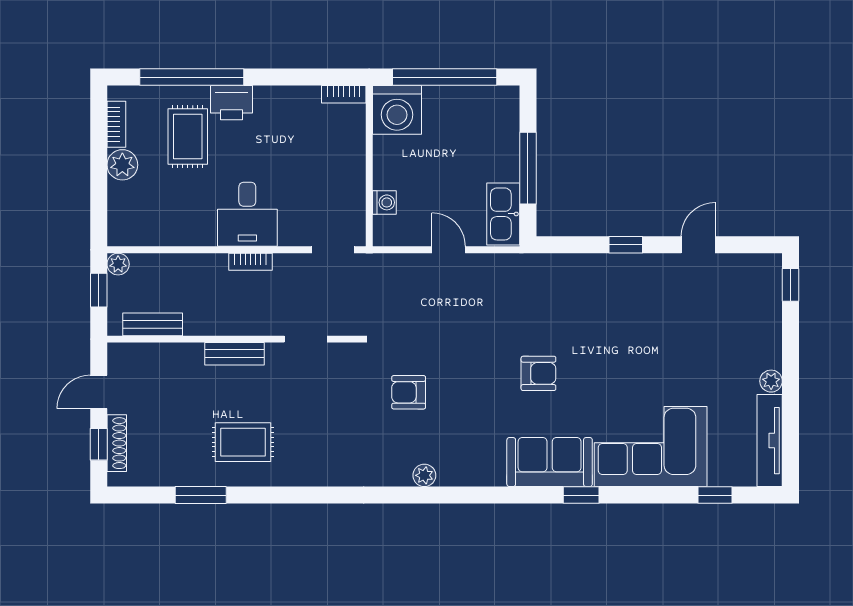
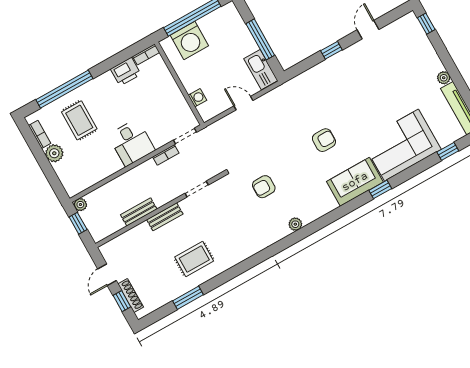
printer: (231, 103) -> (126, 72), moved
washing machine: (397, 110) -> (189, 40), moved
bookcase: (250, 262) -> (166, 155), moved
bench: (153, 324) -> (139, 212), moved

